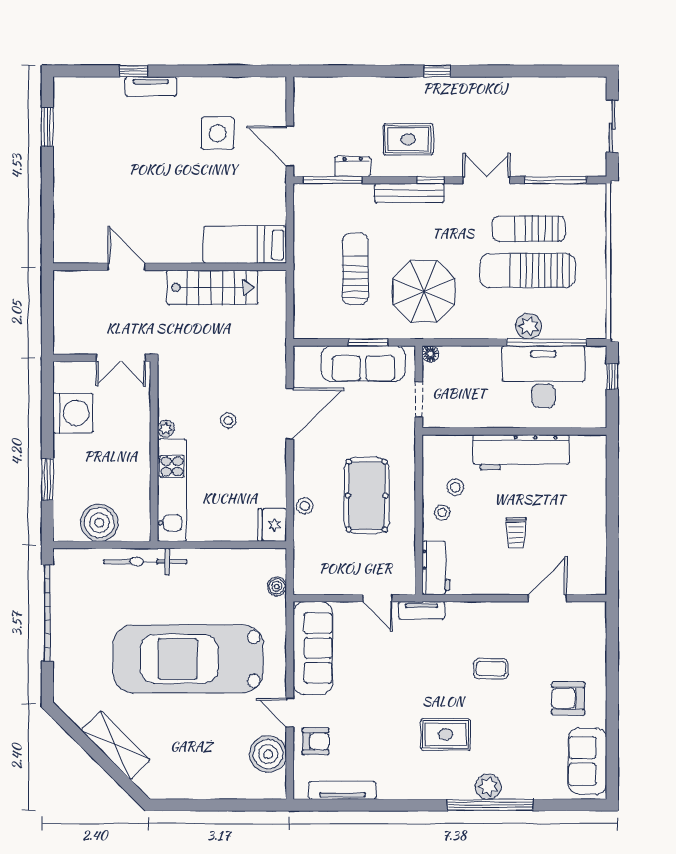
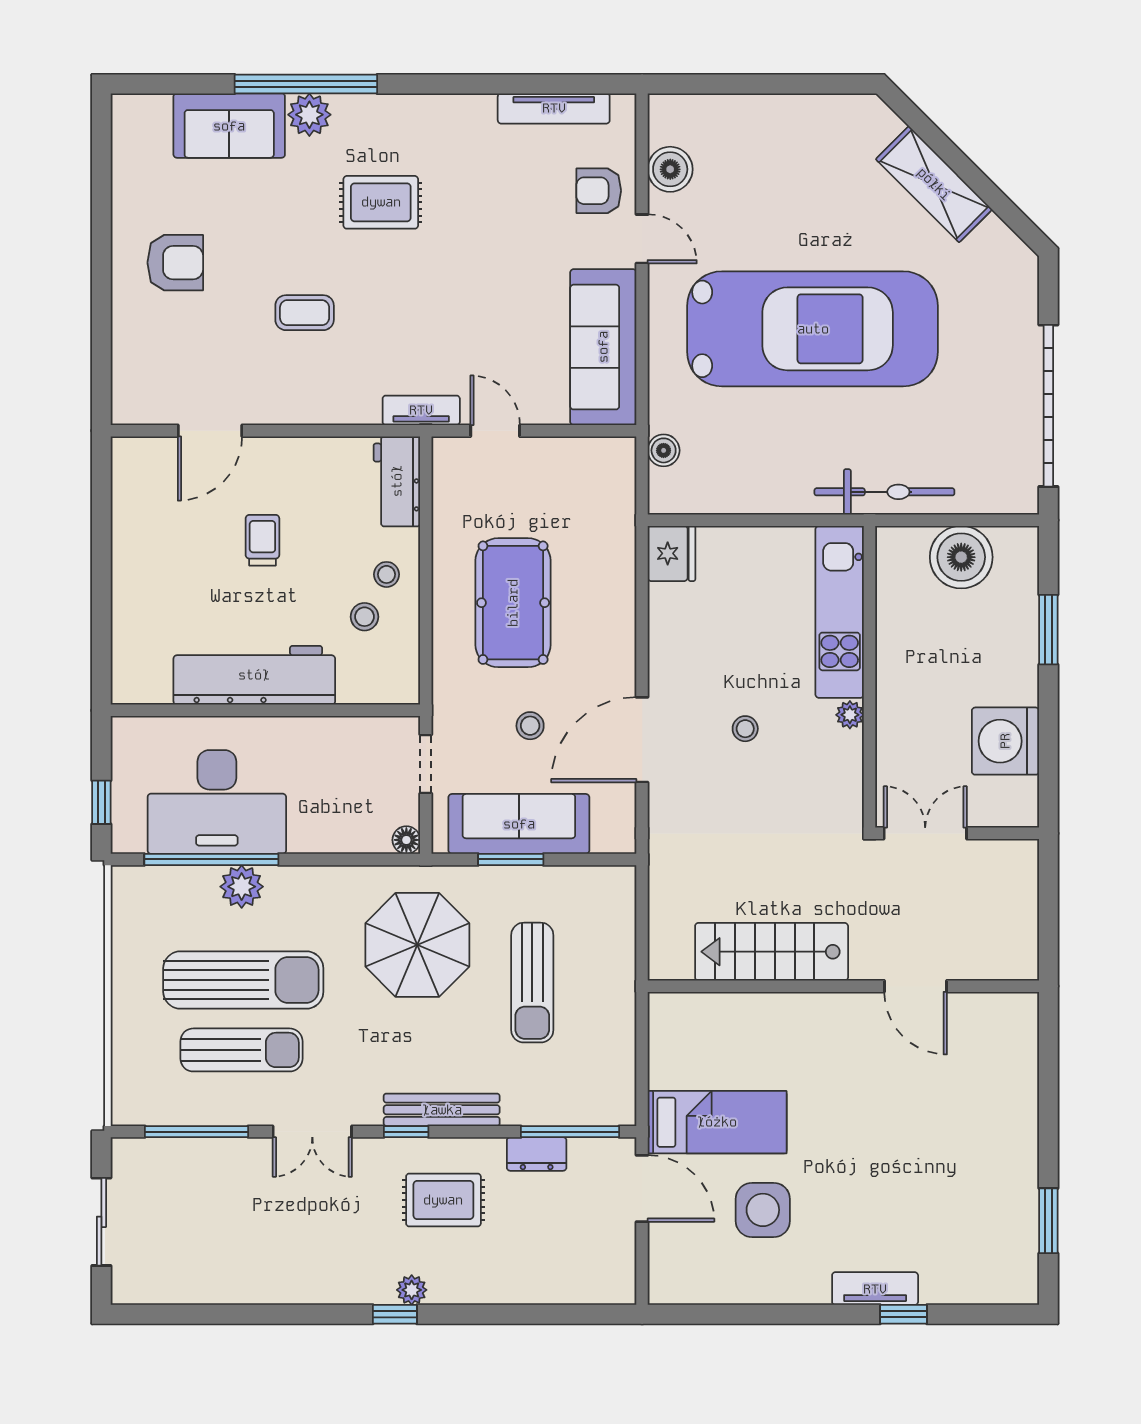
plant: (427, 86) -> (412, 1290), added
bed: (245, 245) -> (717, 1122), moved
stool: (305, 506) -> (530, 726), moved
boiler: (268, 754) -> (670, 169), width x0.73, depth x0.73
sofa: (587, 761) -> (229, 126), moved, turned 90

